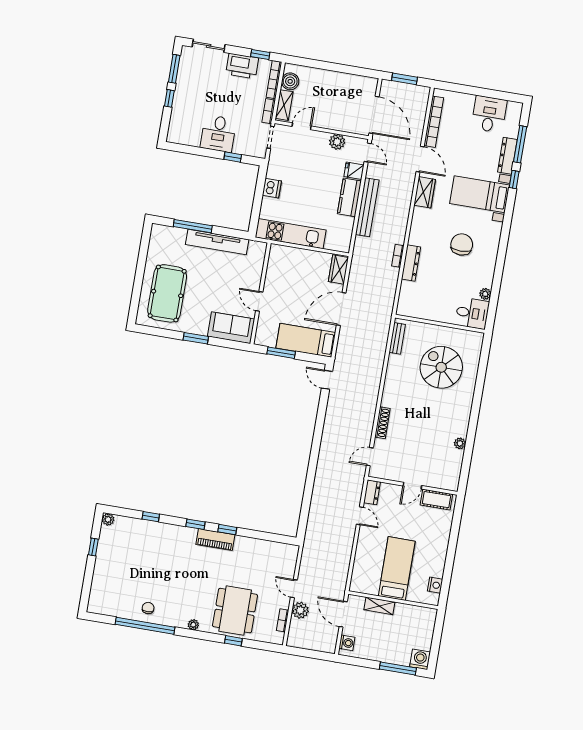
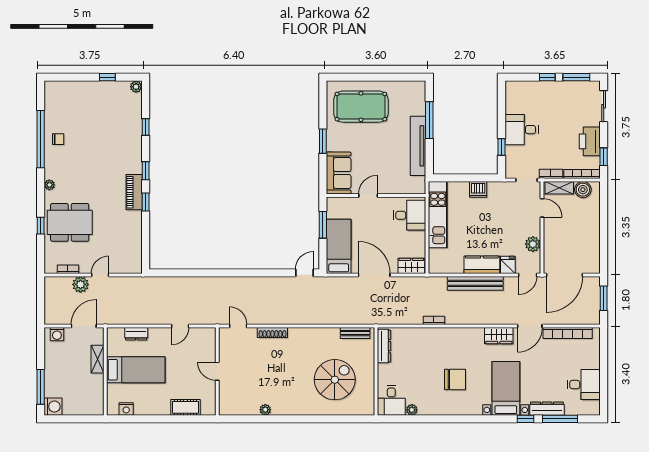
desk: (286, 263) -> (409, 215), added
dresser: (411, 263) -> (384, 346), moved, turned -90
dresser: (372, 492) -> (136, 334), moved
cot: (436, 500) -> (185, 407), moved, turned 90

